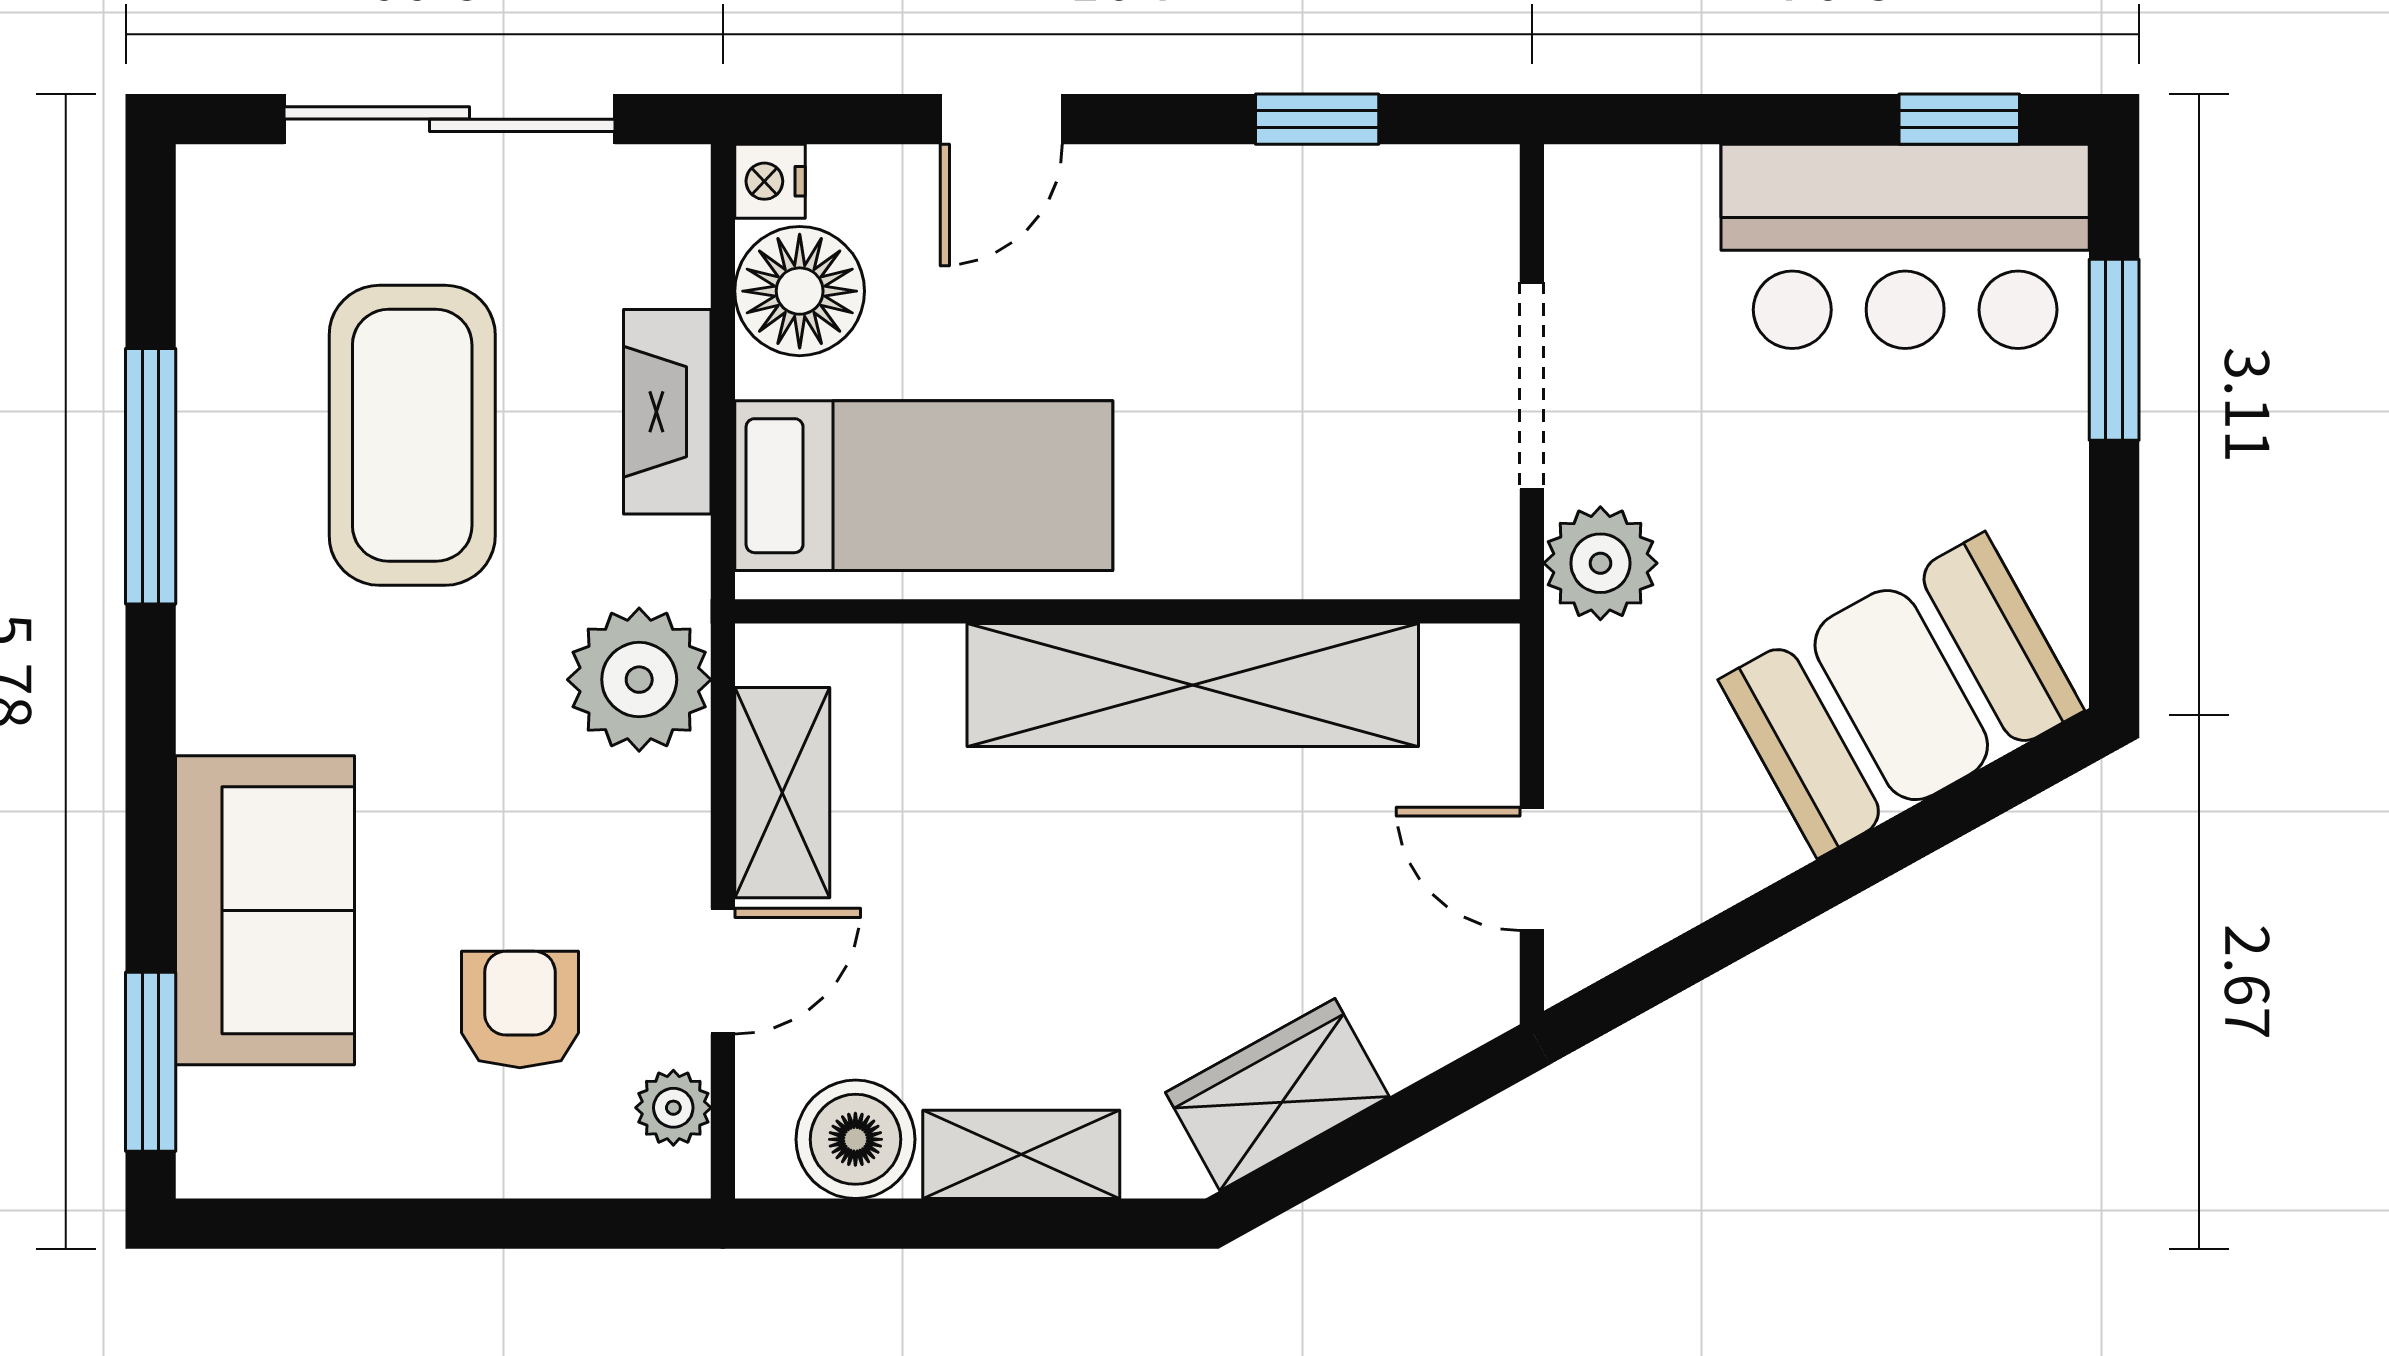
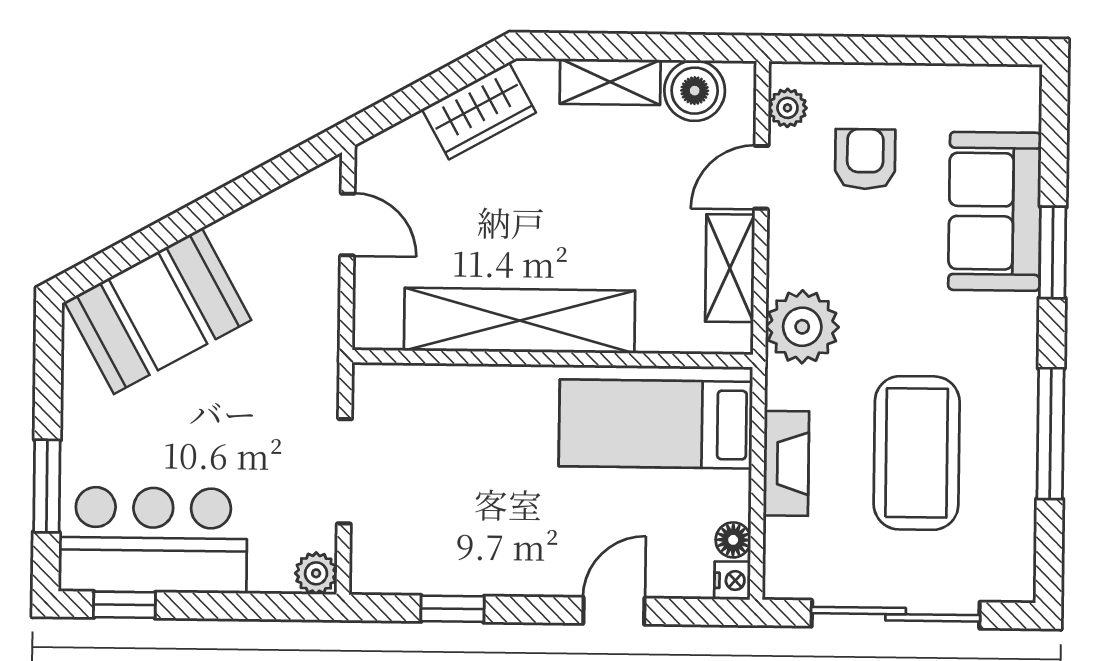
floor lamp: (800, 291) -> (733, 540), width x0.53, depth x0.53
plant: (1600, 563) -> (316, 573), moved, width x0.73, depth x0.73
armchair: (520, 1009) -> (865, 159), turned 180
window: (151, 1062) -> (1053, 252), moved

